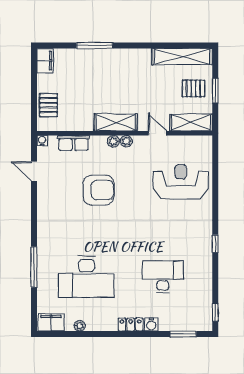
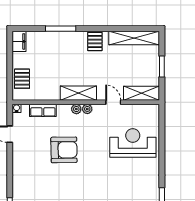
pallet: (193, 88) -> (95, 42), moved, turned 90

